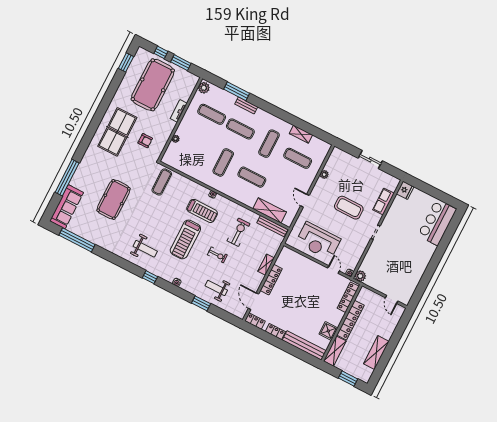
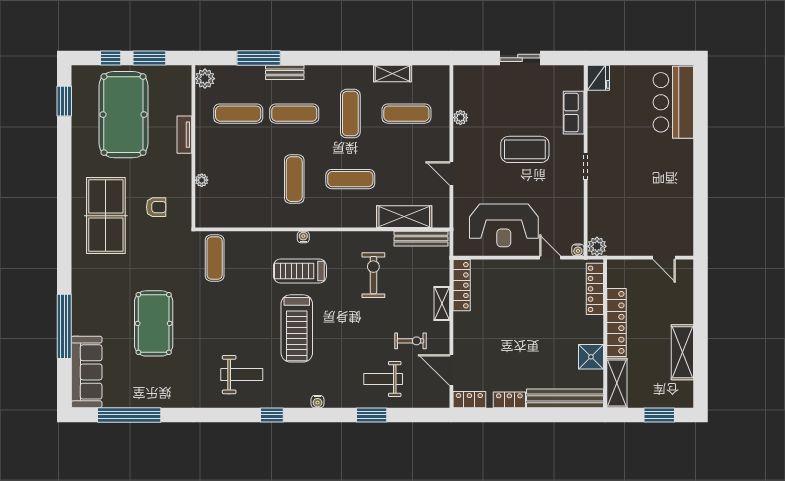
treadmill: (202, 211) -> (300, 271), turned 180
exercise bike: (217, 255) -> (411, 341), moved
locker: (271, 280) -> (462, 285), moved

